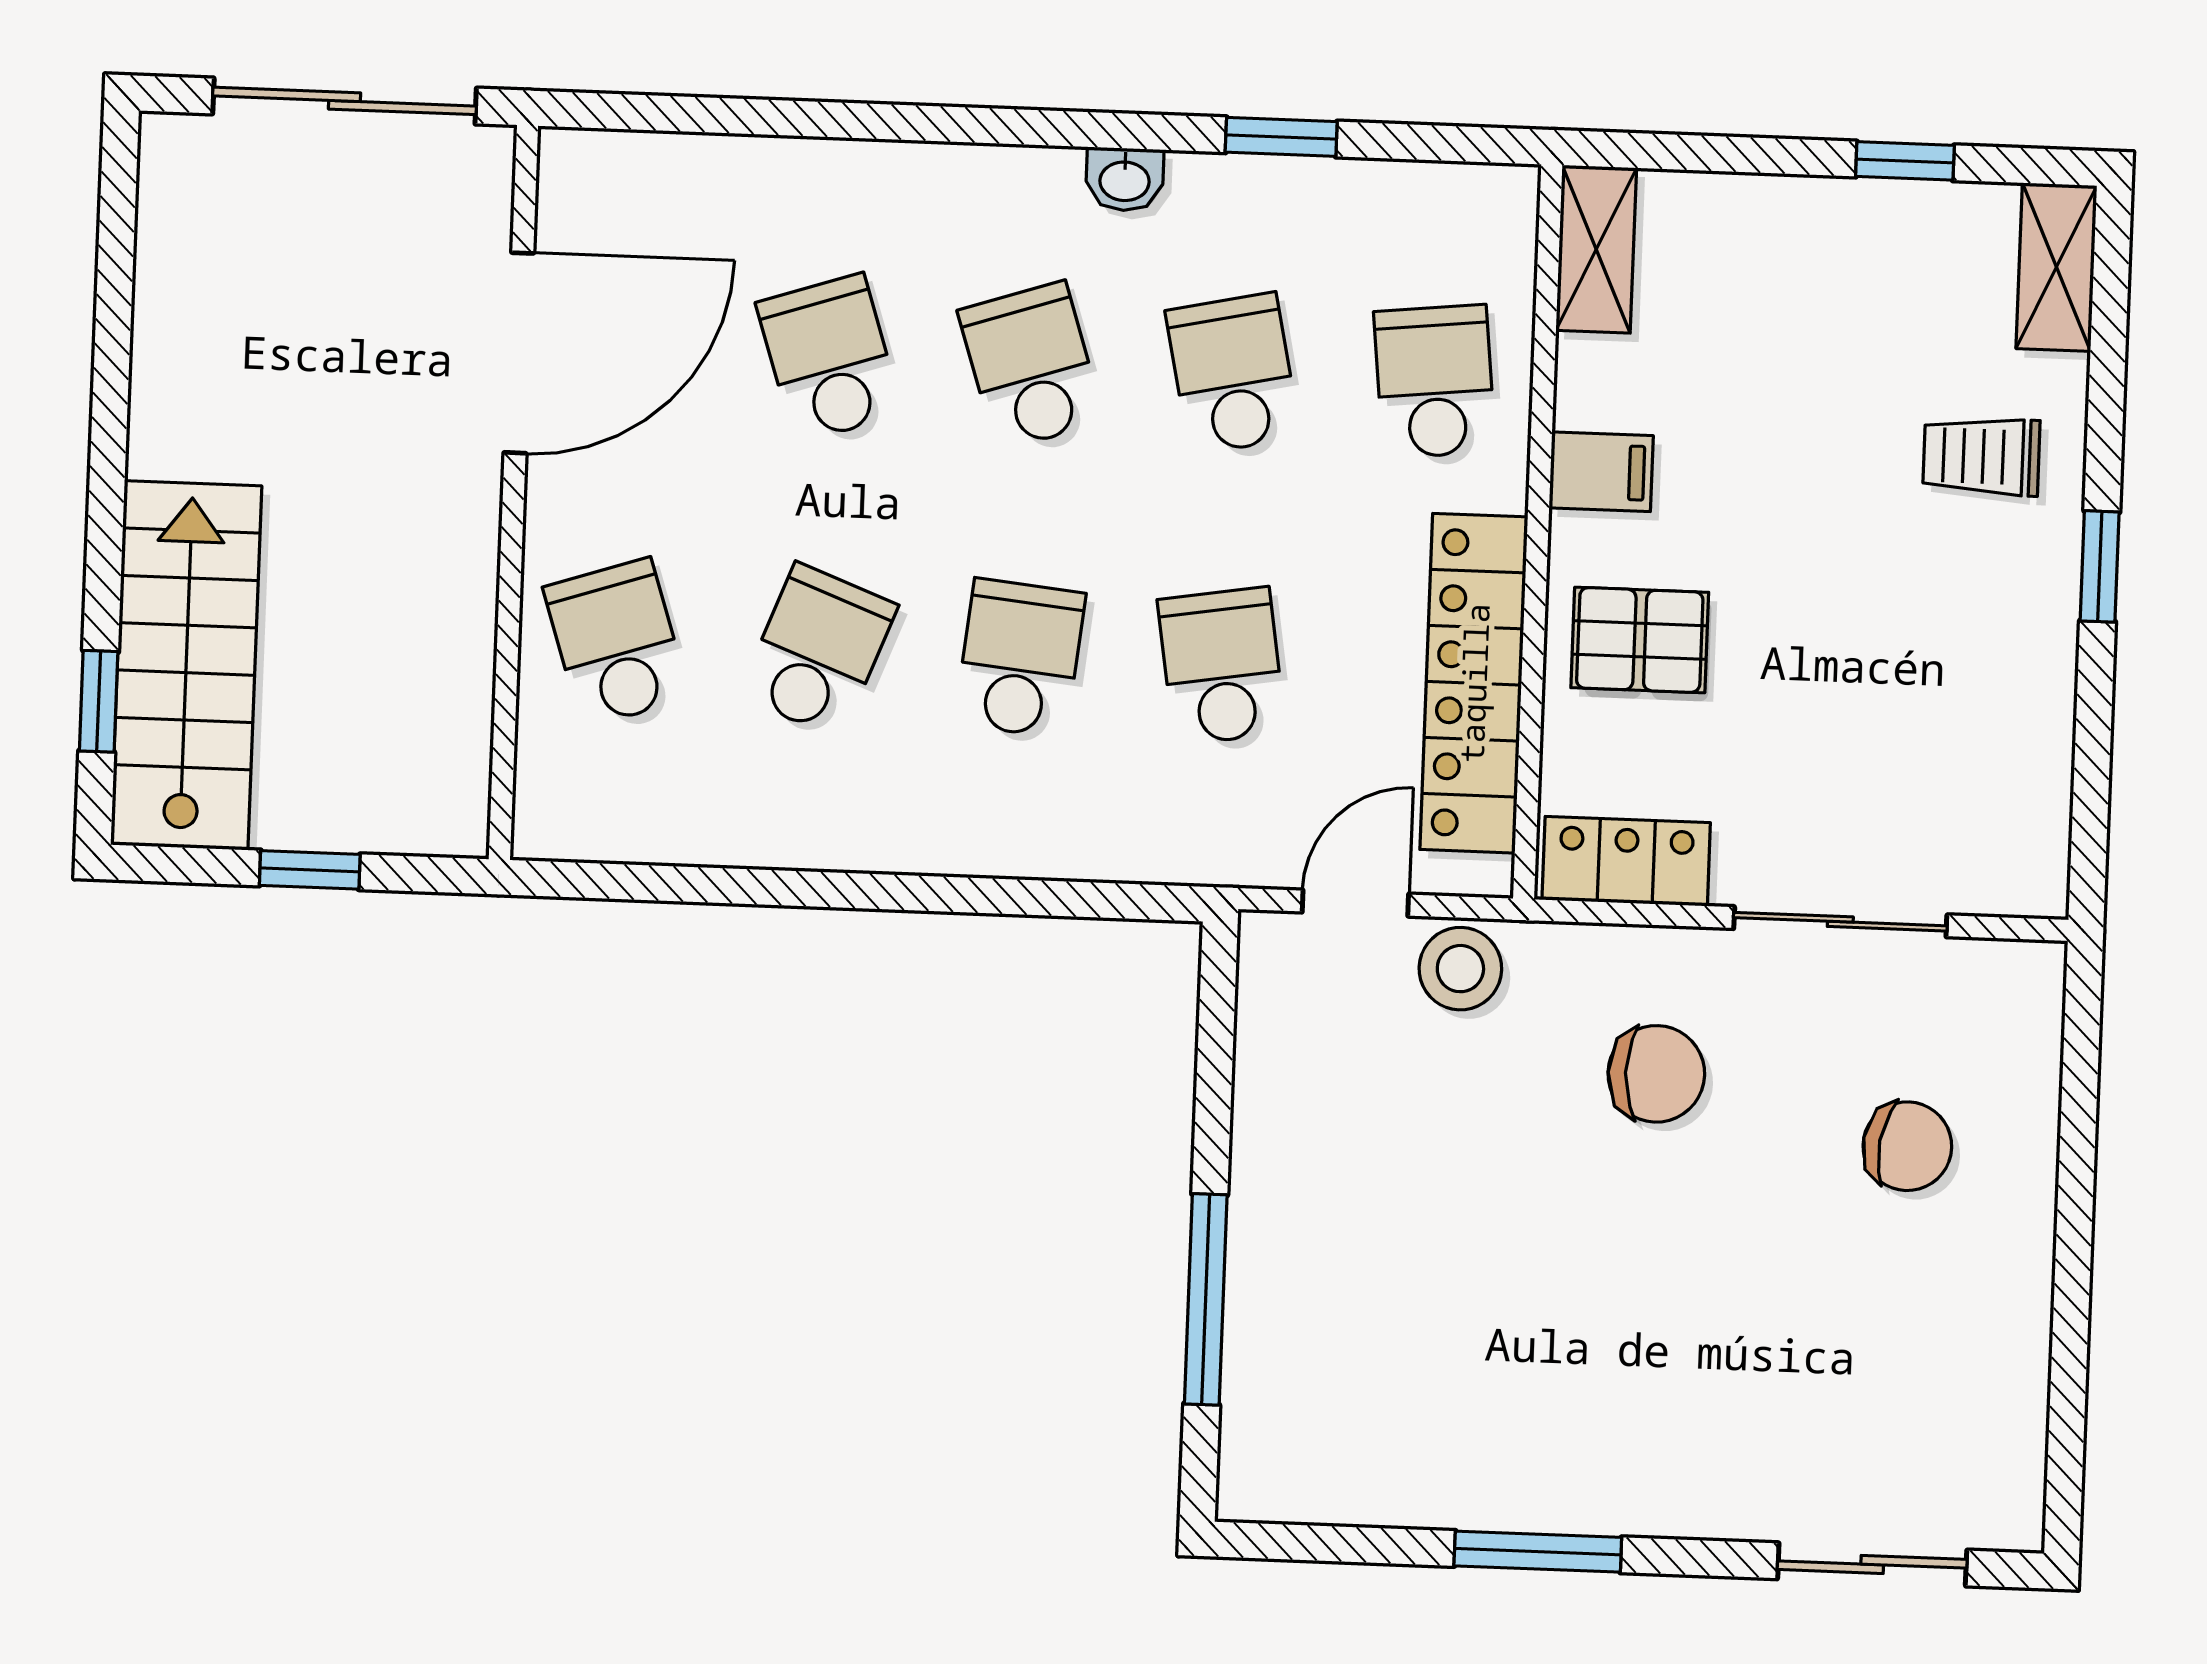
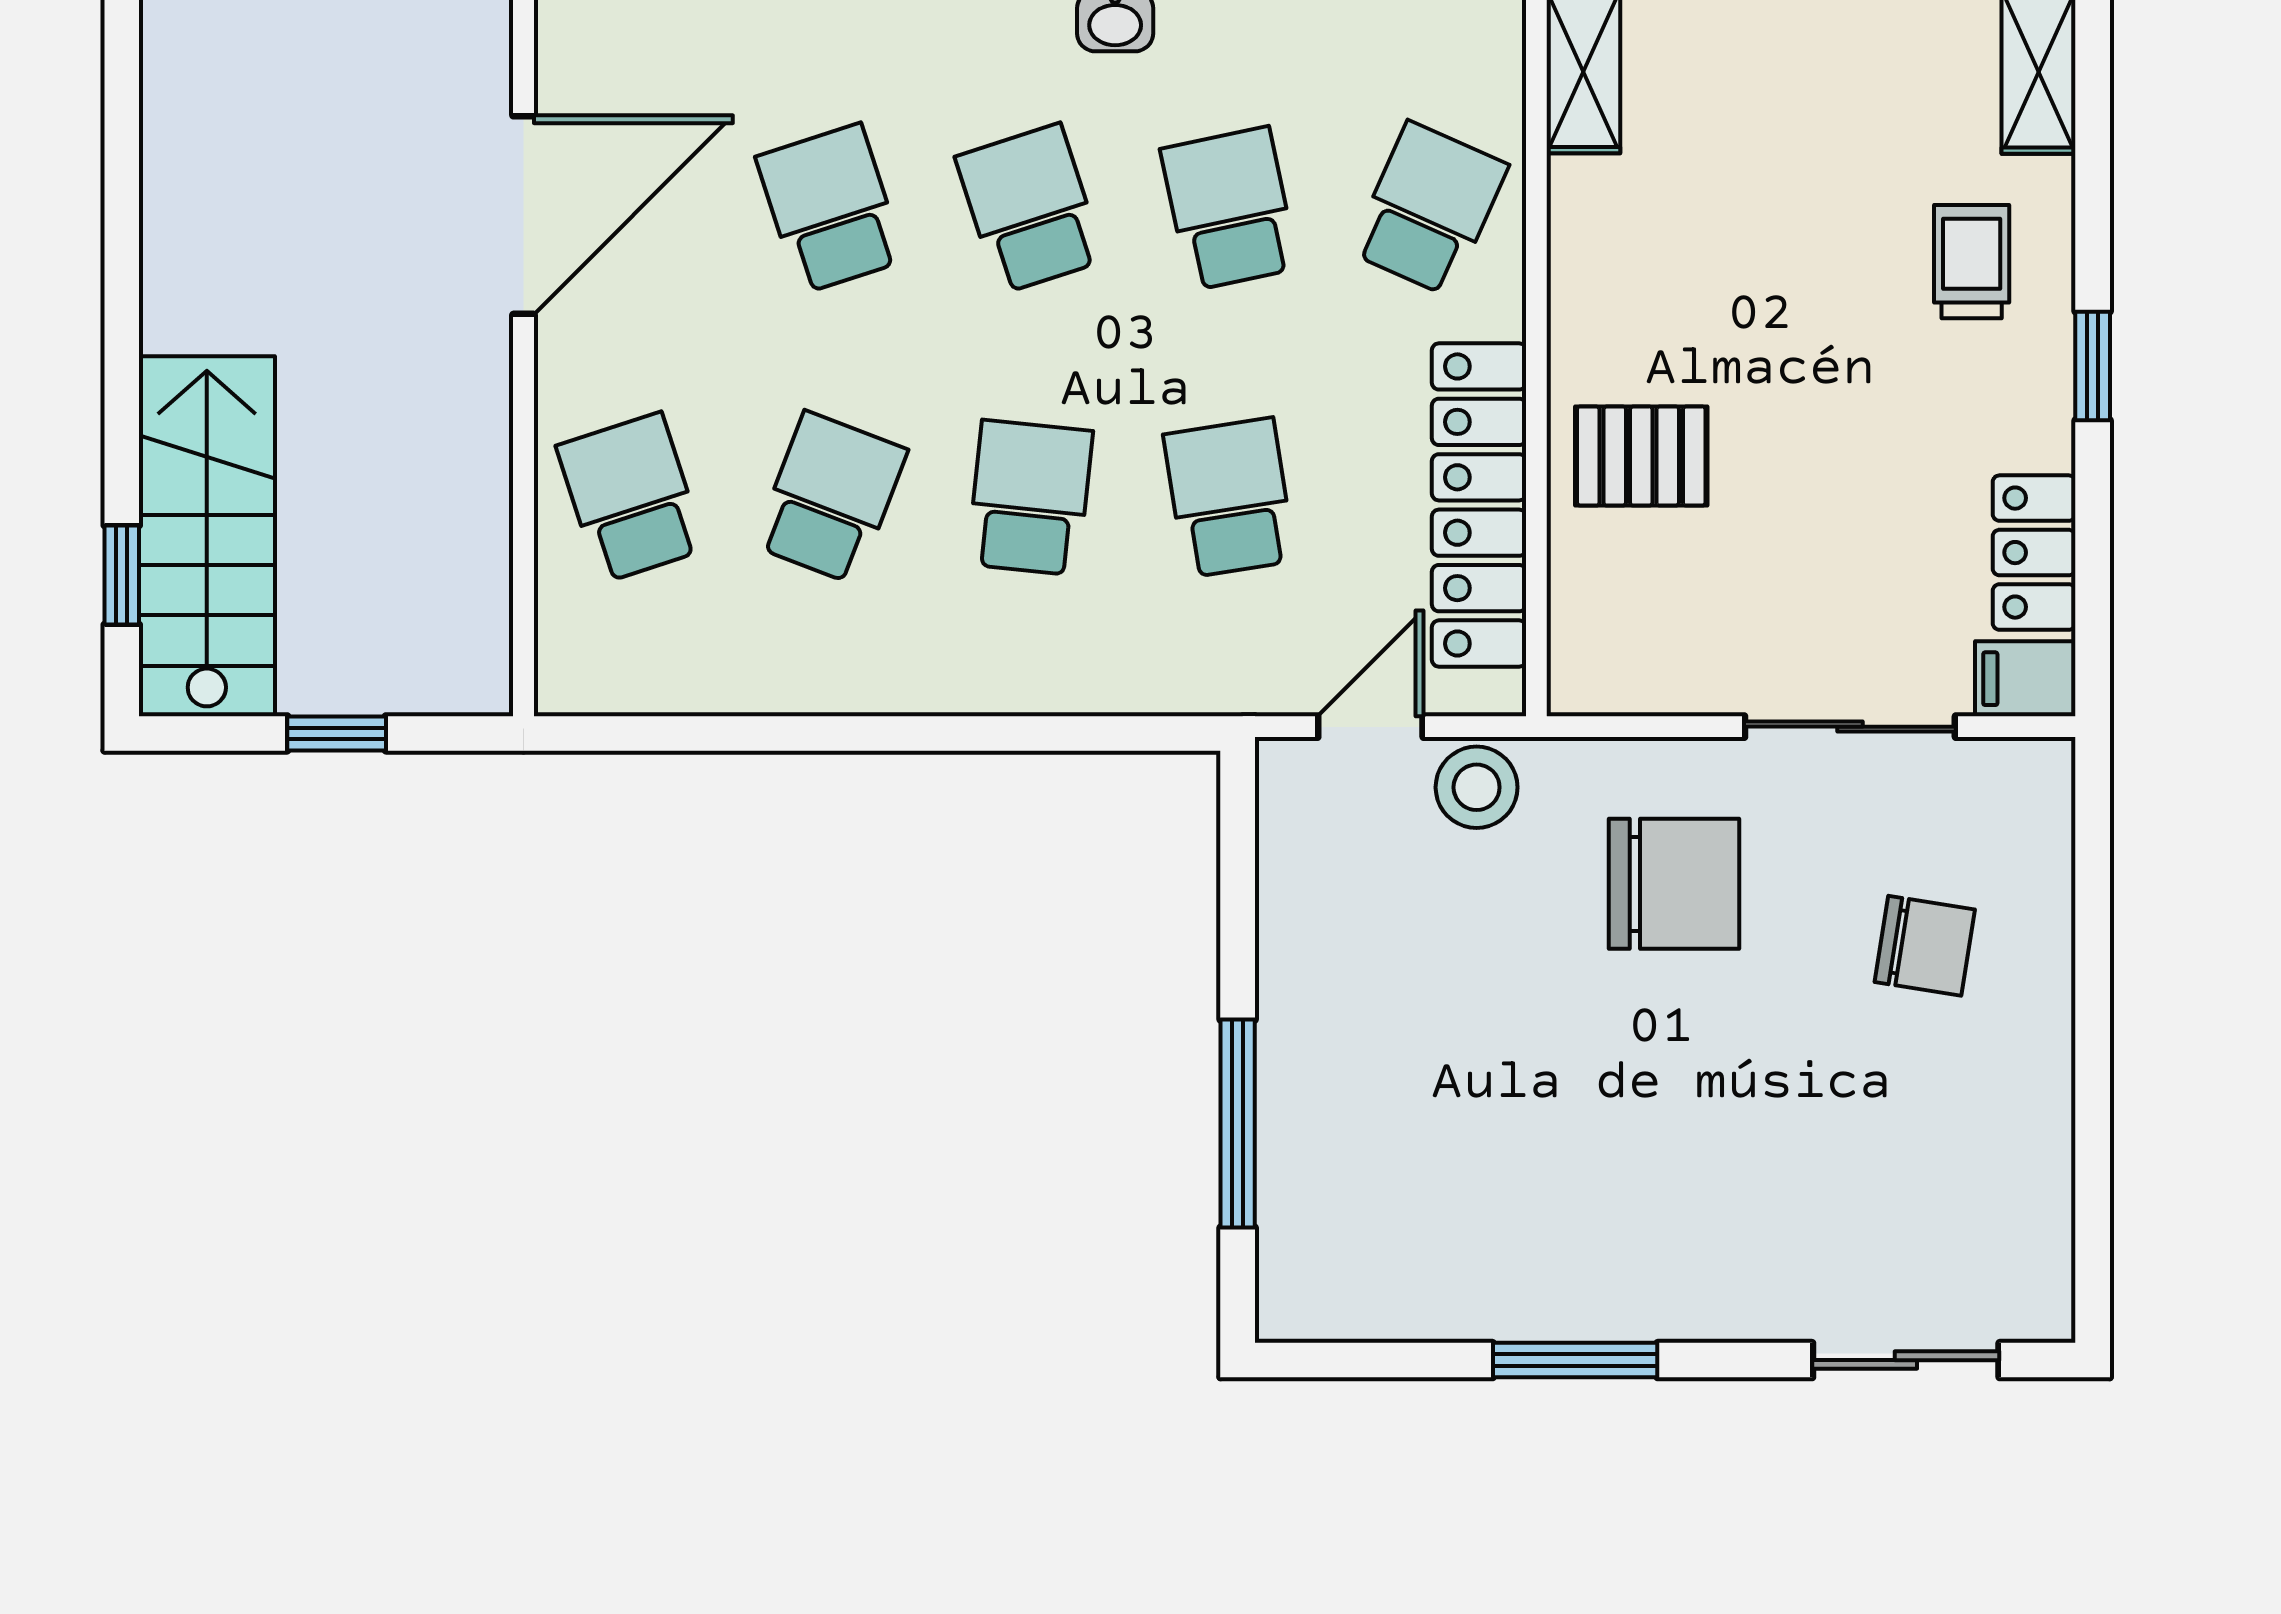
school desk: (1435, 382) -> (1429, 209), turned 30
trolley: (1981, 456) -> (1972, 262), turned 90
filing cabinet: (1601, 472) -> (2025, 679), moved, turned 180
locker: (1626, 861) -> (2034, 553), moved, turned -90
chair: (1656, 1074) -> (1674, 884), width x1.37, depth x1.37

